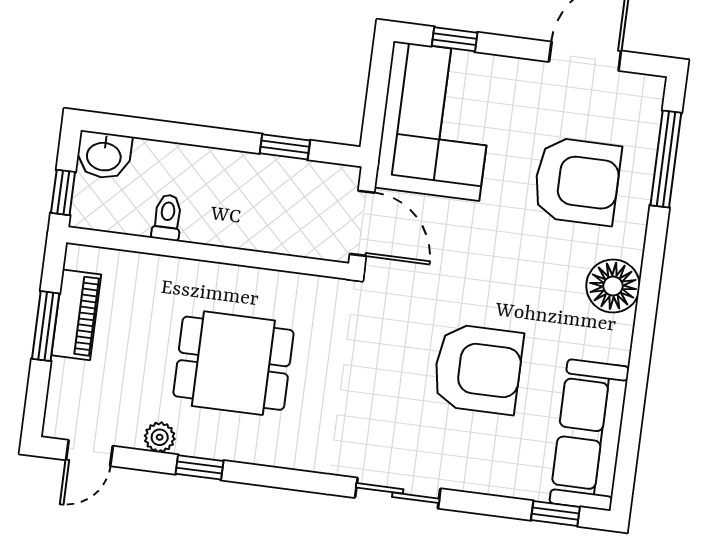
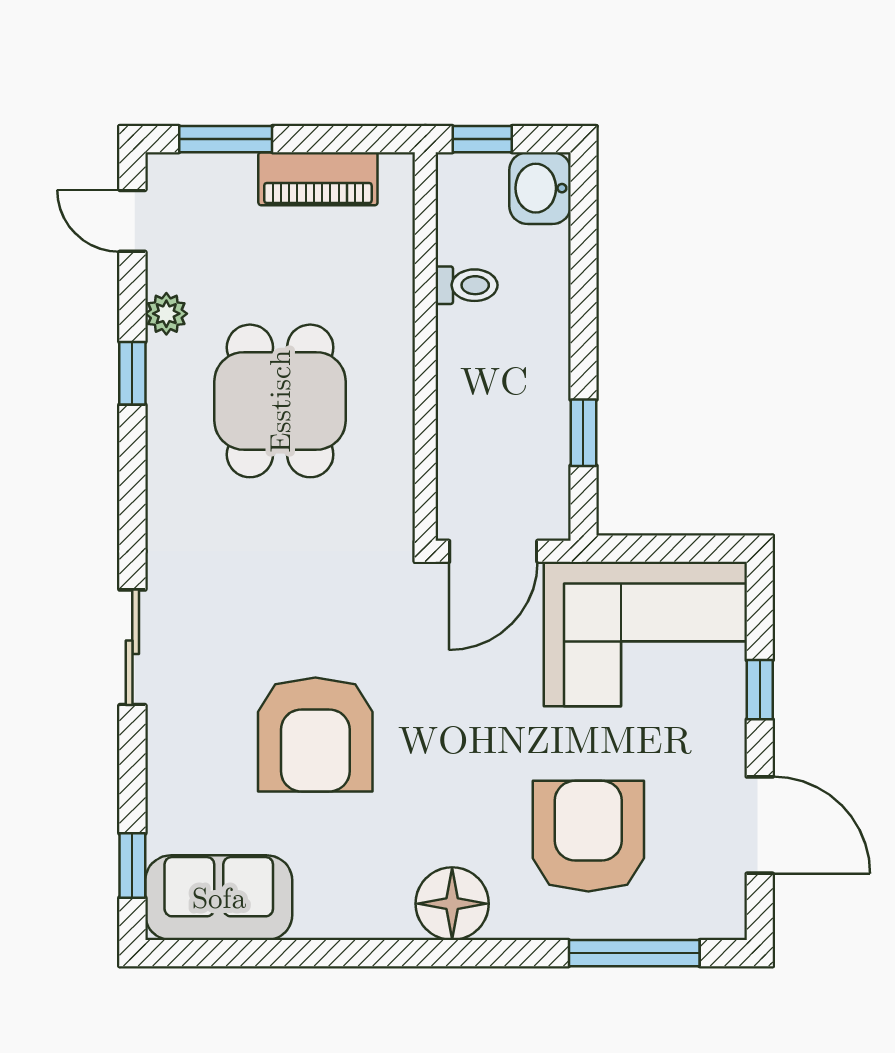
window: (455, 39) -> (760, 690), moved
armchair: (577, 181) -> (588, 836), turned 180
window: (46, 326) -> (226, 139), moved
sofa: (589, 435) -> (219, 898), width x0.73

